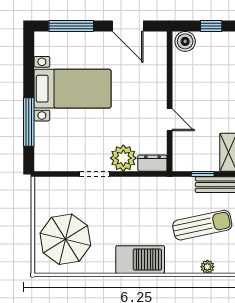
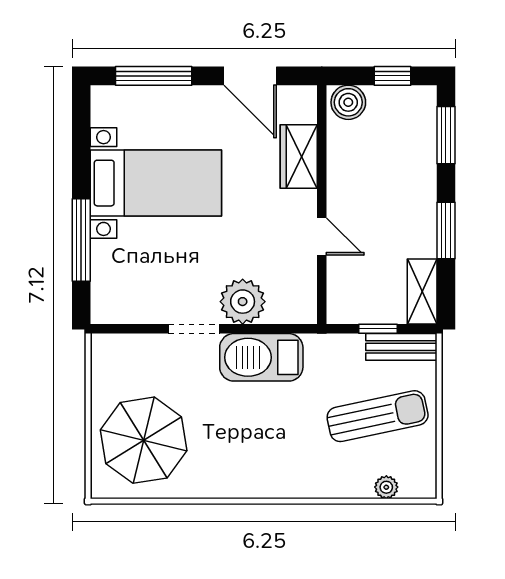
wardrobe: (156, 73) -> (299, 156), added
dresser: (152, 163) -> (292, 310), removed
barbecue: (140, 260) -> (261, 357), moved, turned 180

